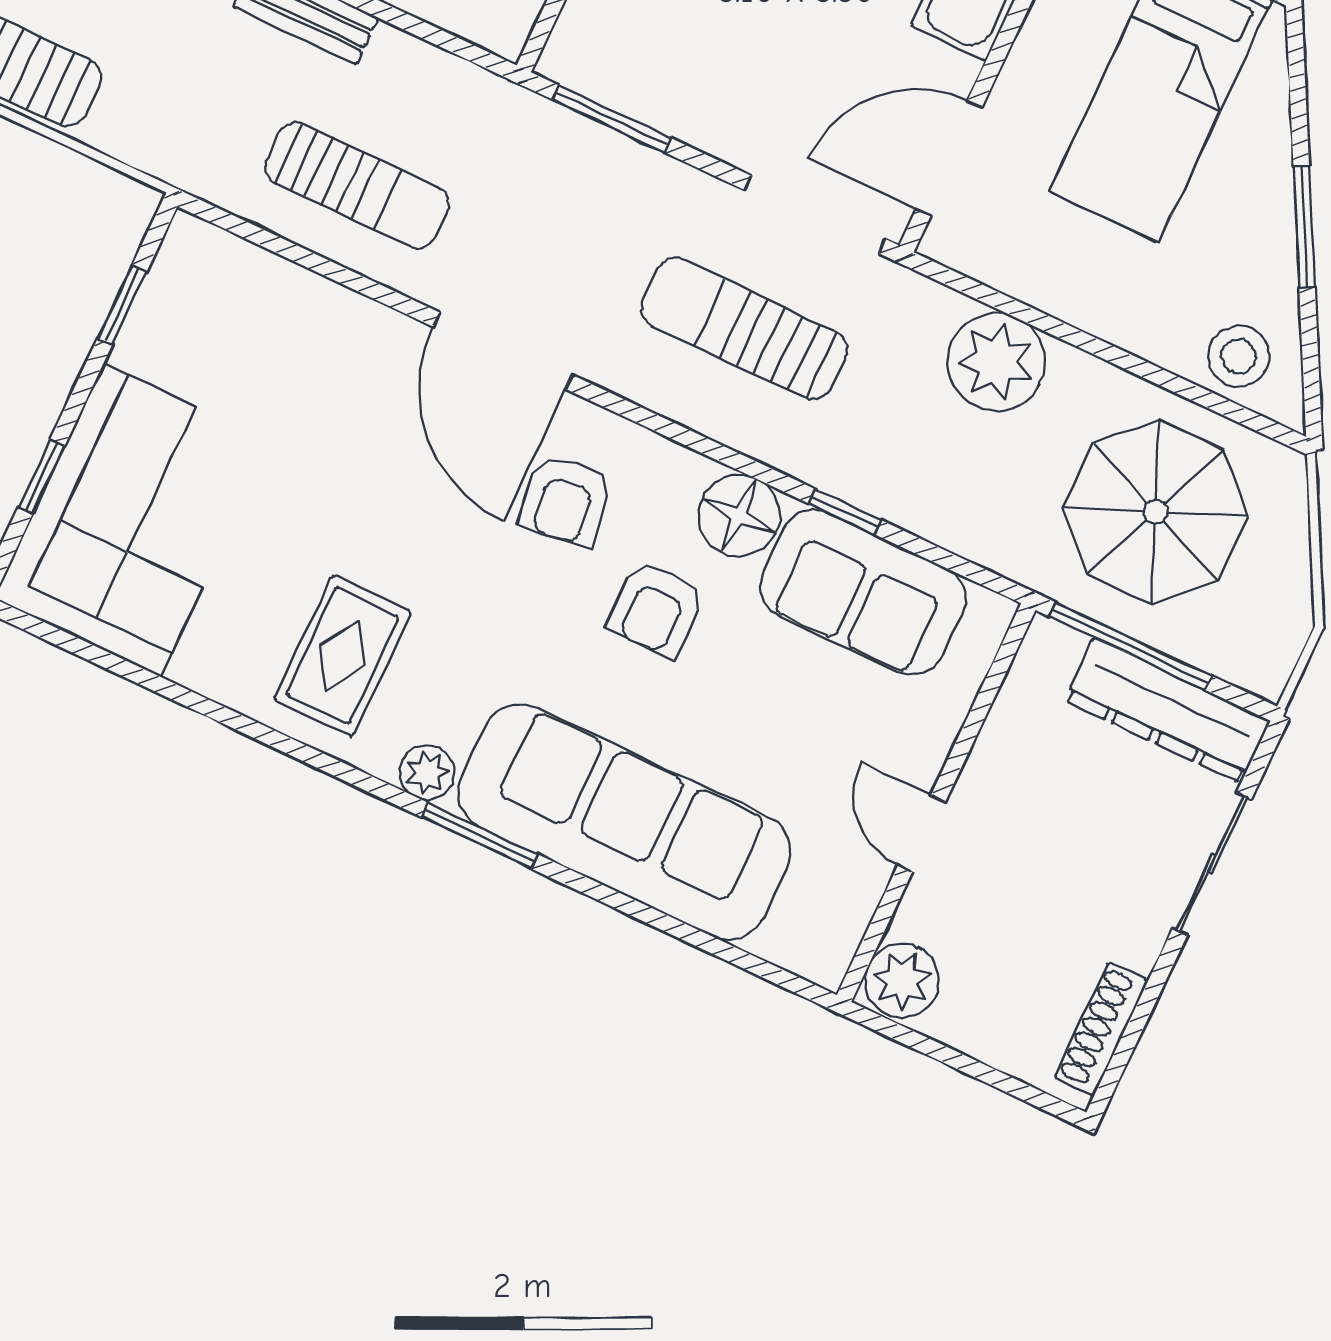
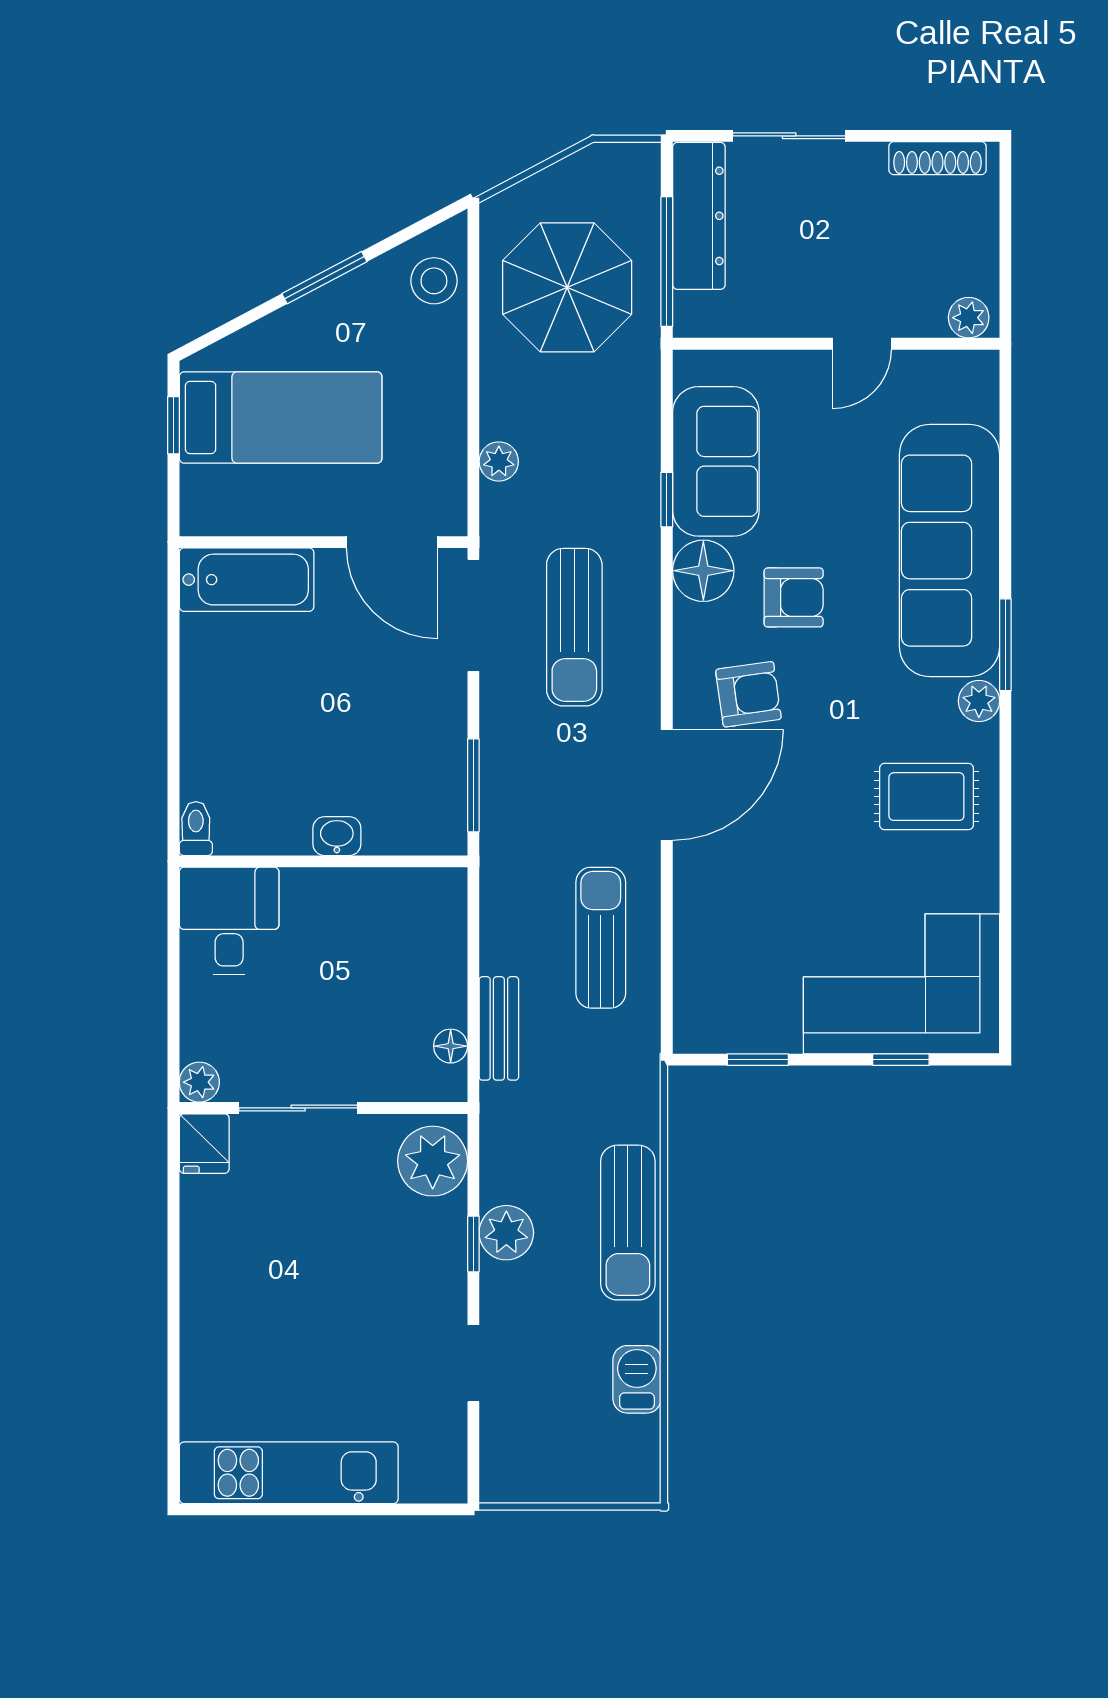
plant: (996, 362) -> (499, 461), width x0.53, depth x0.53
plant: (902, 981) -> (969, 318), width x0.73, depth x0.73

